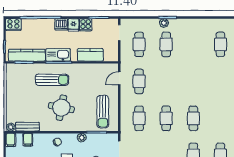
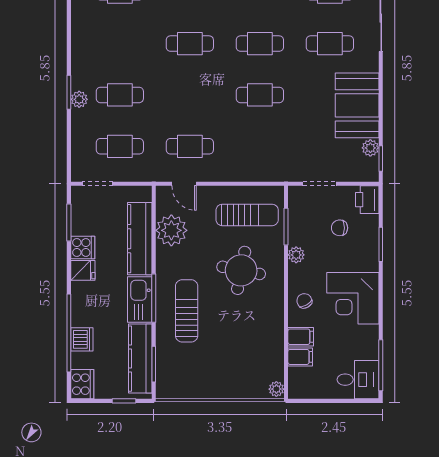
dishwasher: (61, 24) -> (82, 339), moved
kitchen counter: (90, 55) -> (140, 239), width x1.50
plant: (95, 72) -> (171, 230), added
round table: (61, 108) -> (241, 270), moved
cafe table: (139, 118) -> (190, 44), moved
bench: (27, 127) -> (276, 357), removed
filing cabinet: (11, 140) -> (301, 337), moved

